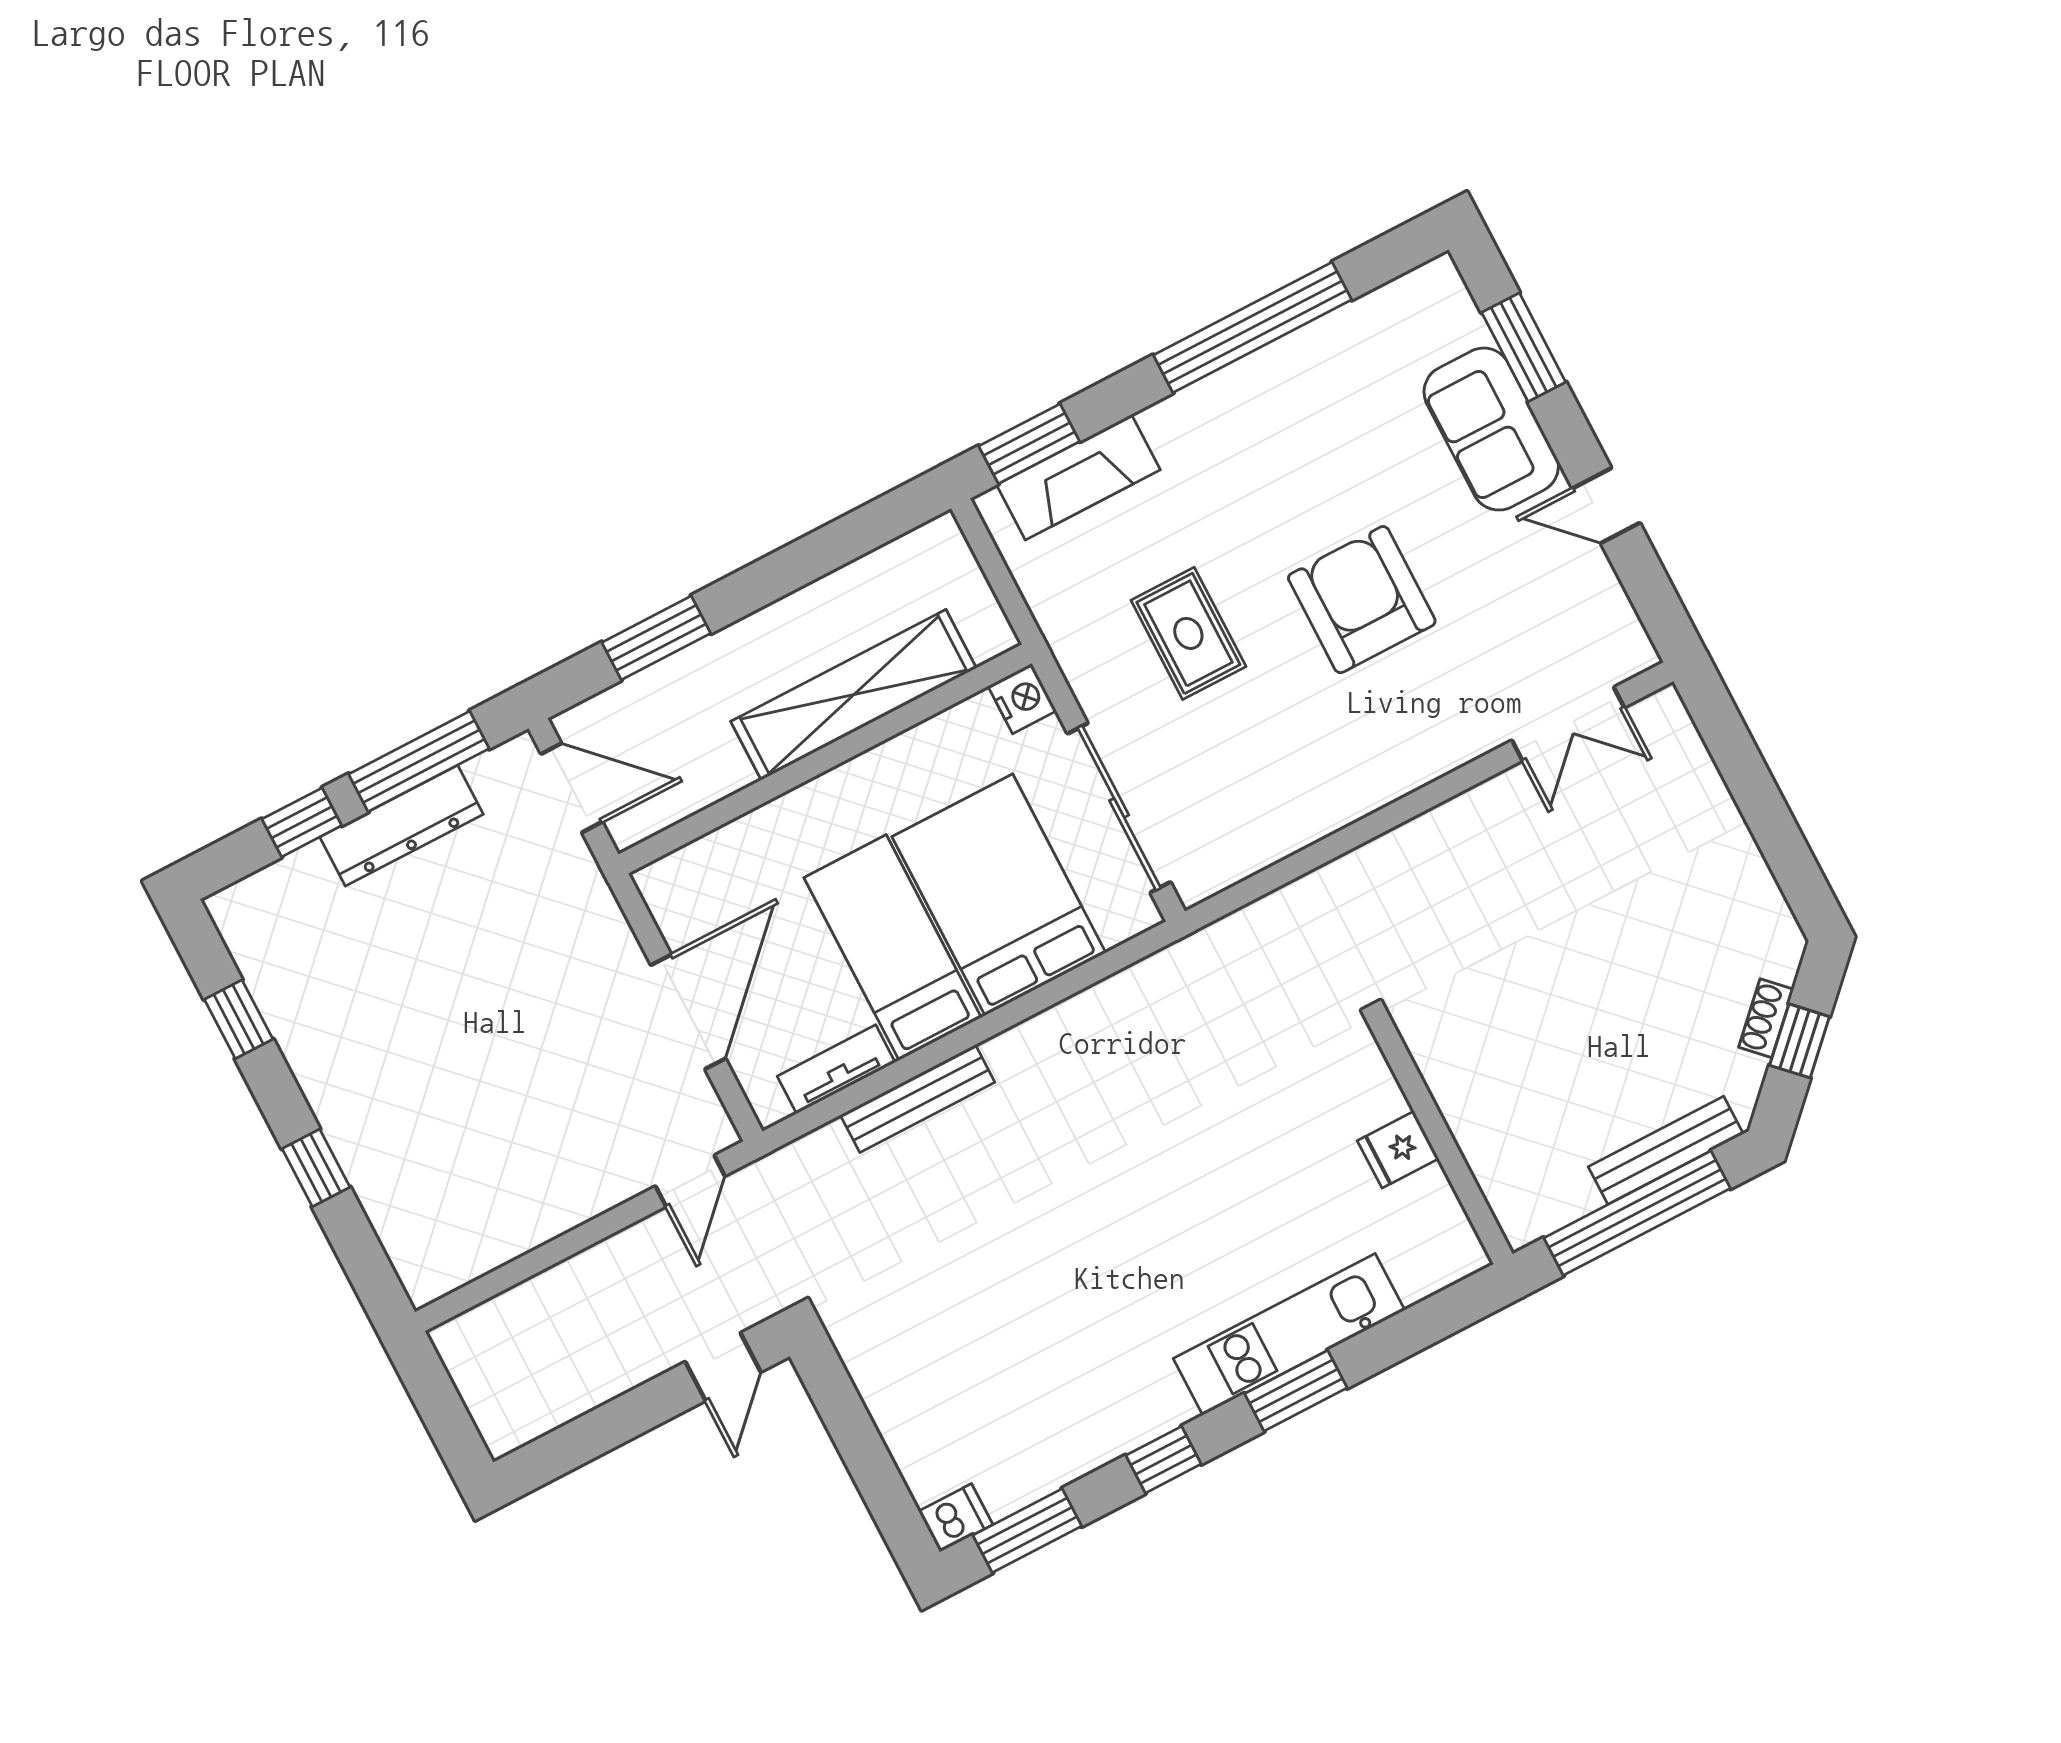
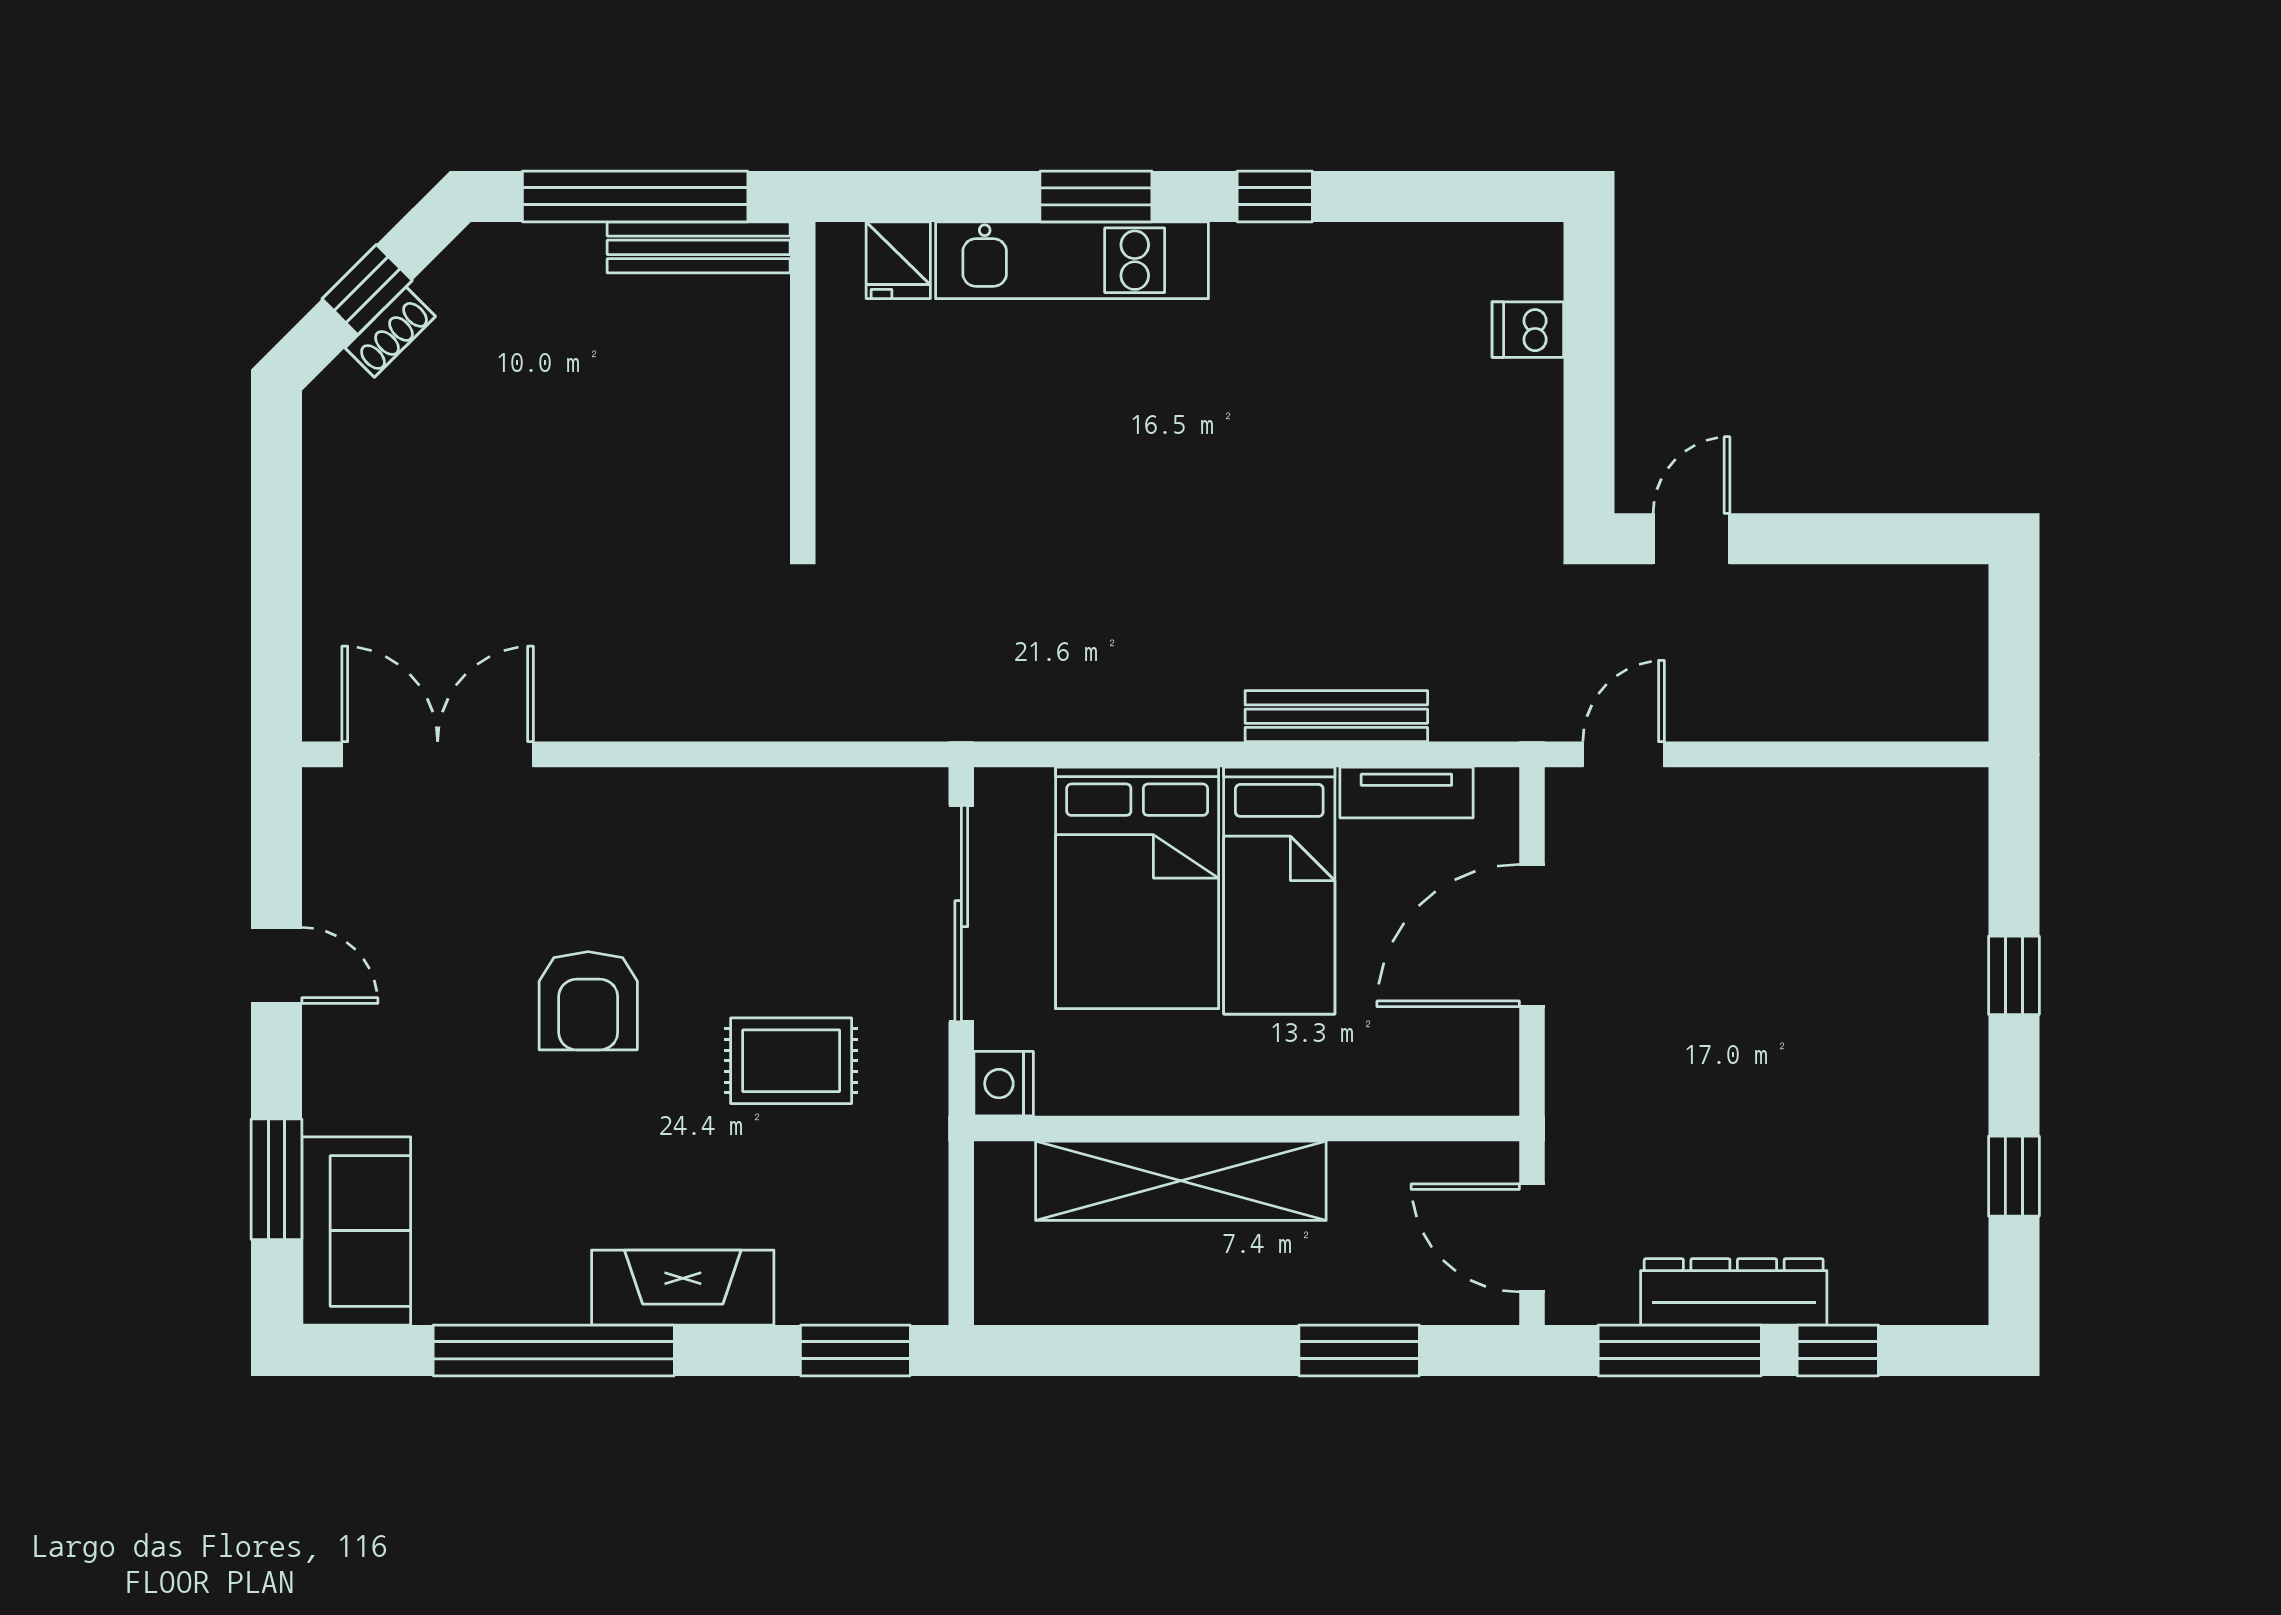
sofa: (1491, 429) -> (356, 1231), moved
fireplace: (1078, 477) -> (683, 1288), moved
armchair: (1362, 600) -> (588, 1001), width x0.73, depth x0.73
rug: (1188, 633) -> (791, 1061), turned 90
double door: (1568, 724) -> (438, 754), width x1.37
fridge: (1398, 1150) -> (898, 260), moved, turned 90
bench: (1666, 1150) -> (699, 247), moved
dishwasher: (956, 1518) -> (1528, 330), moved
window: (1027, 1531) -> (1459, 196), removed

